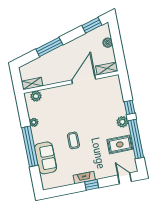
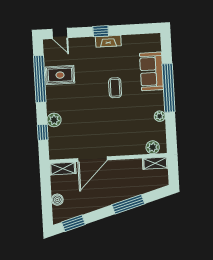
window: (130, 107) -> (43, 132), moved
plant: (122, 122) -> (54, 120), moved

